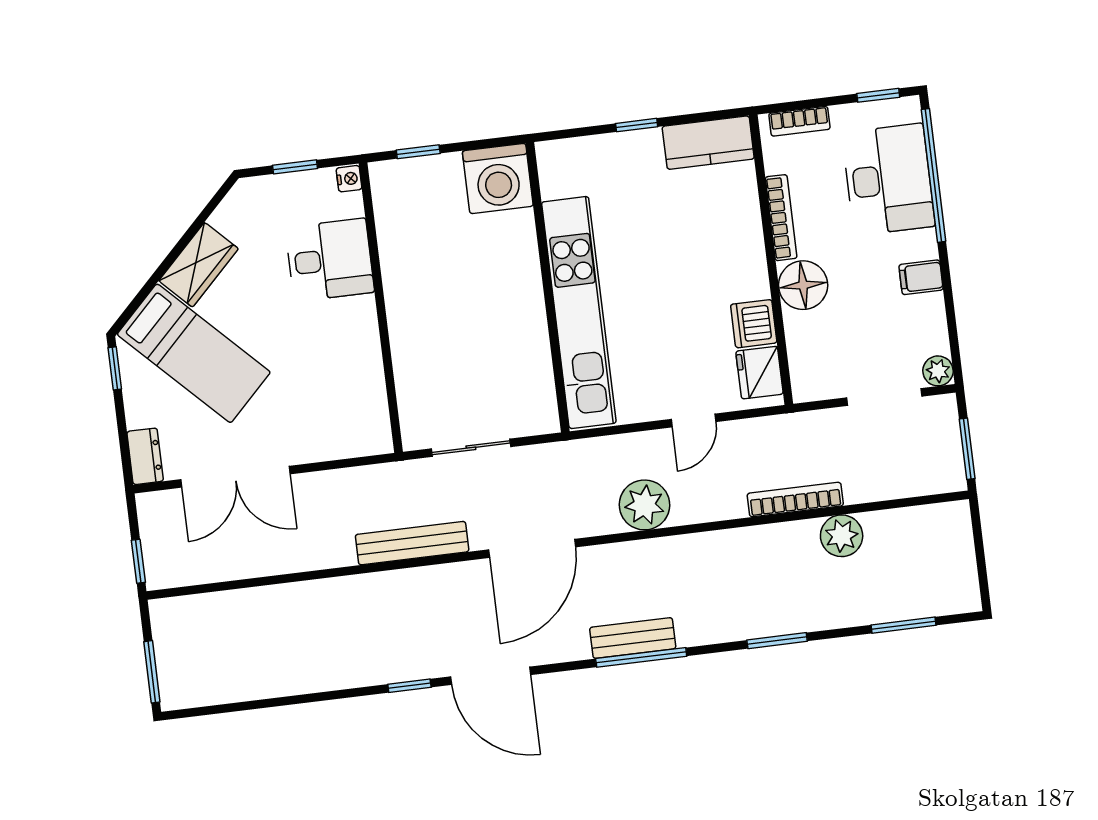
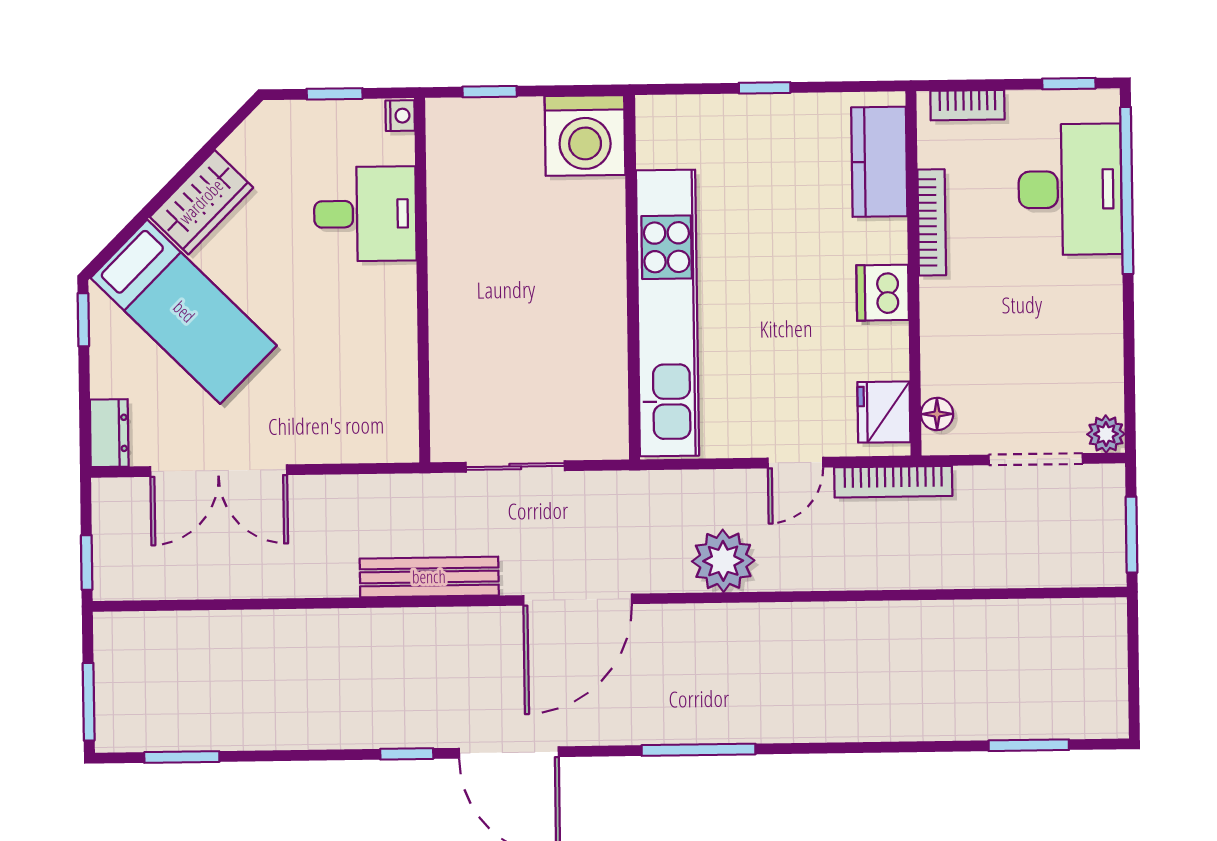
kitchen counter: (708, 143) -> (879, 162), moved, turned 90
filing cabinet: (921, 277) -> (1097, 315), removed
floor lamp: (803, 285) -> (937, 414), moved, width x0.53, depth x0.53
dishwasher: (754, 324) -> (883, 293), moved
bookcase: (795, 500) -> (893, 482), moved, turned 180
plant: (842, 536) -> (964, 626), removed
bench: (633, 638) -> (691, 725), removed
window: (777, 641) -> (182, 757), moved

